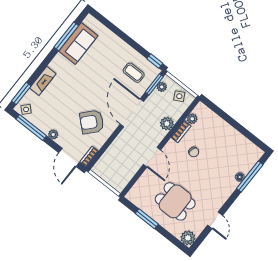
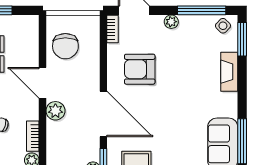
armchair: (92, 122) -> (140, 69), turned -132
plant: (167, 124) -> (55, 111), moved
chair: (123, 168) -> (65, 46), added

